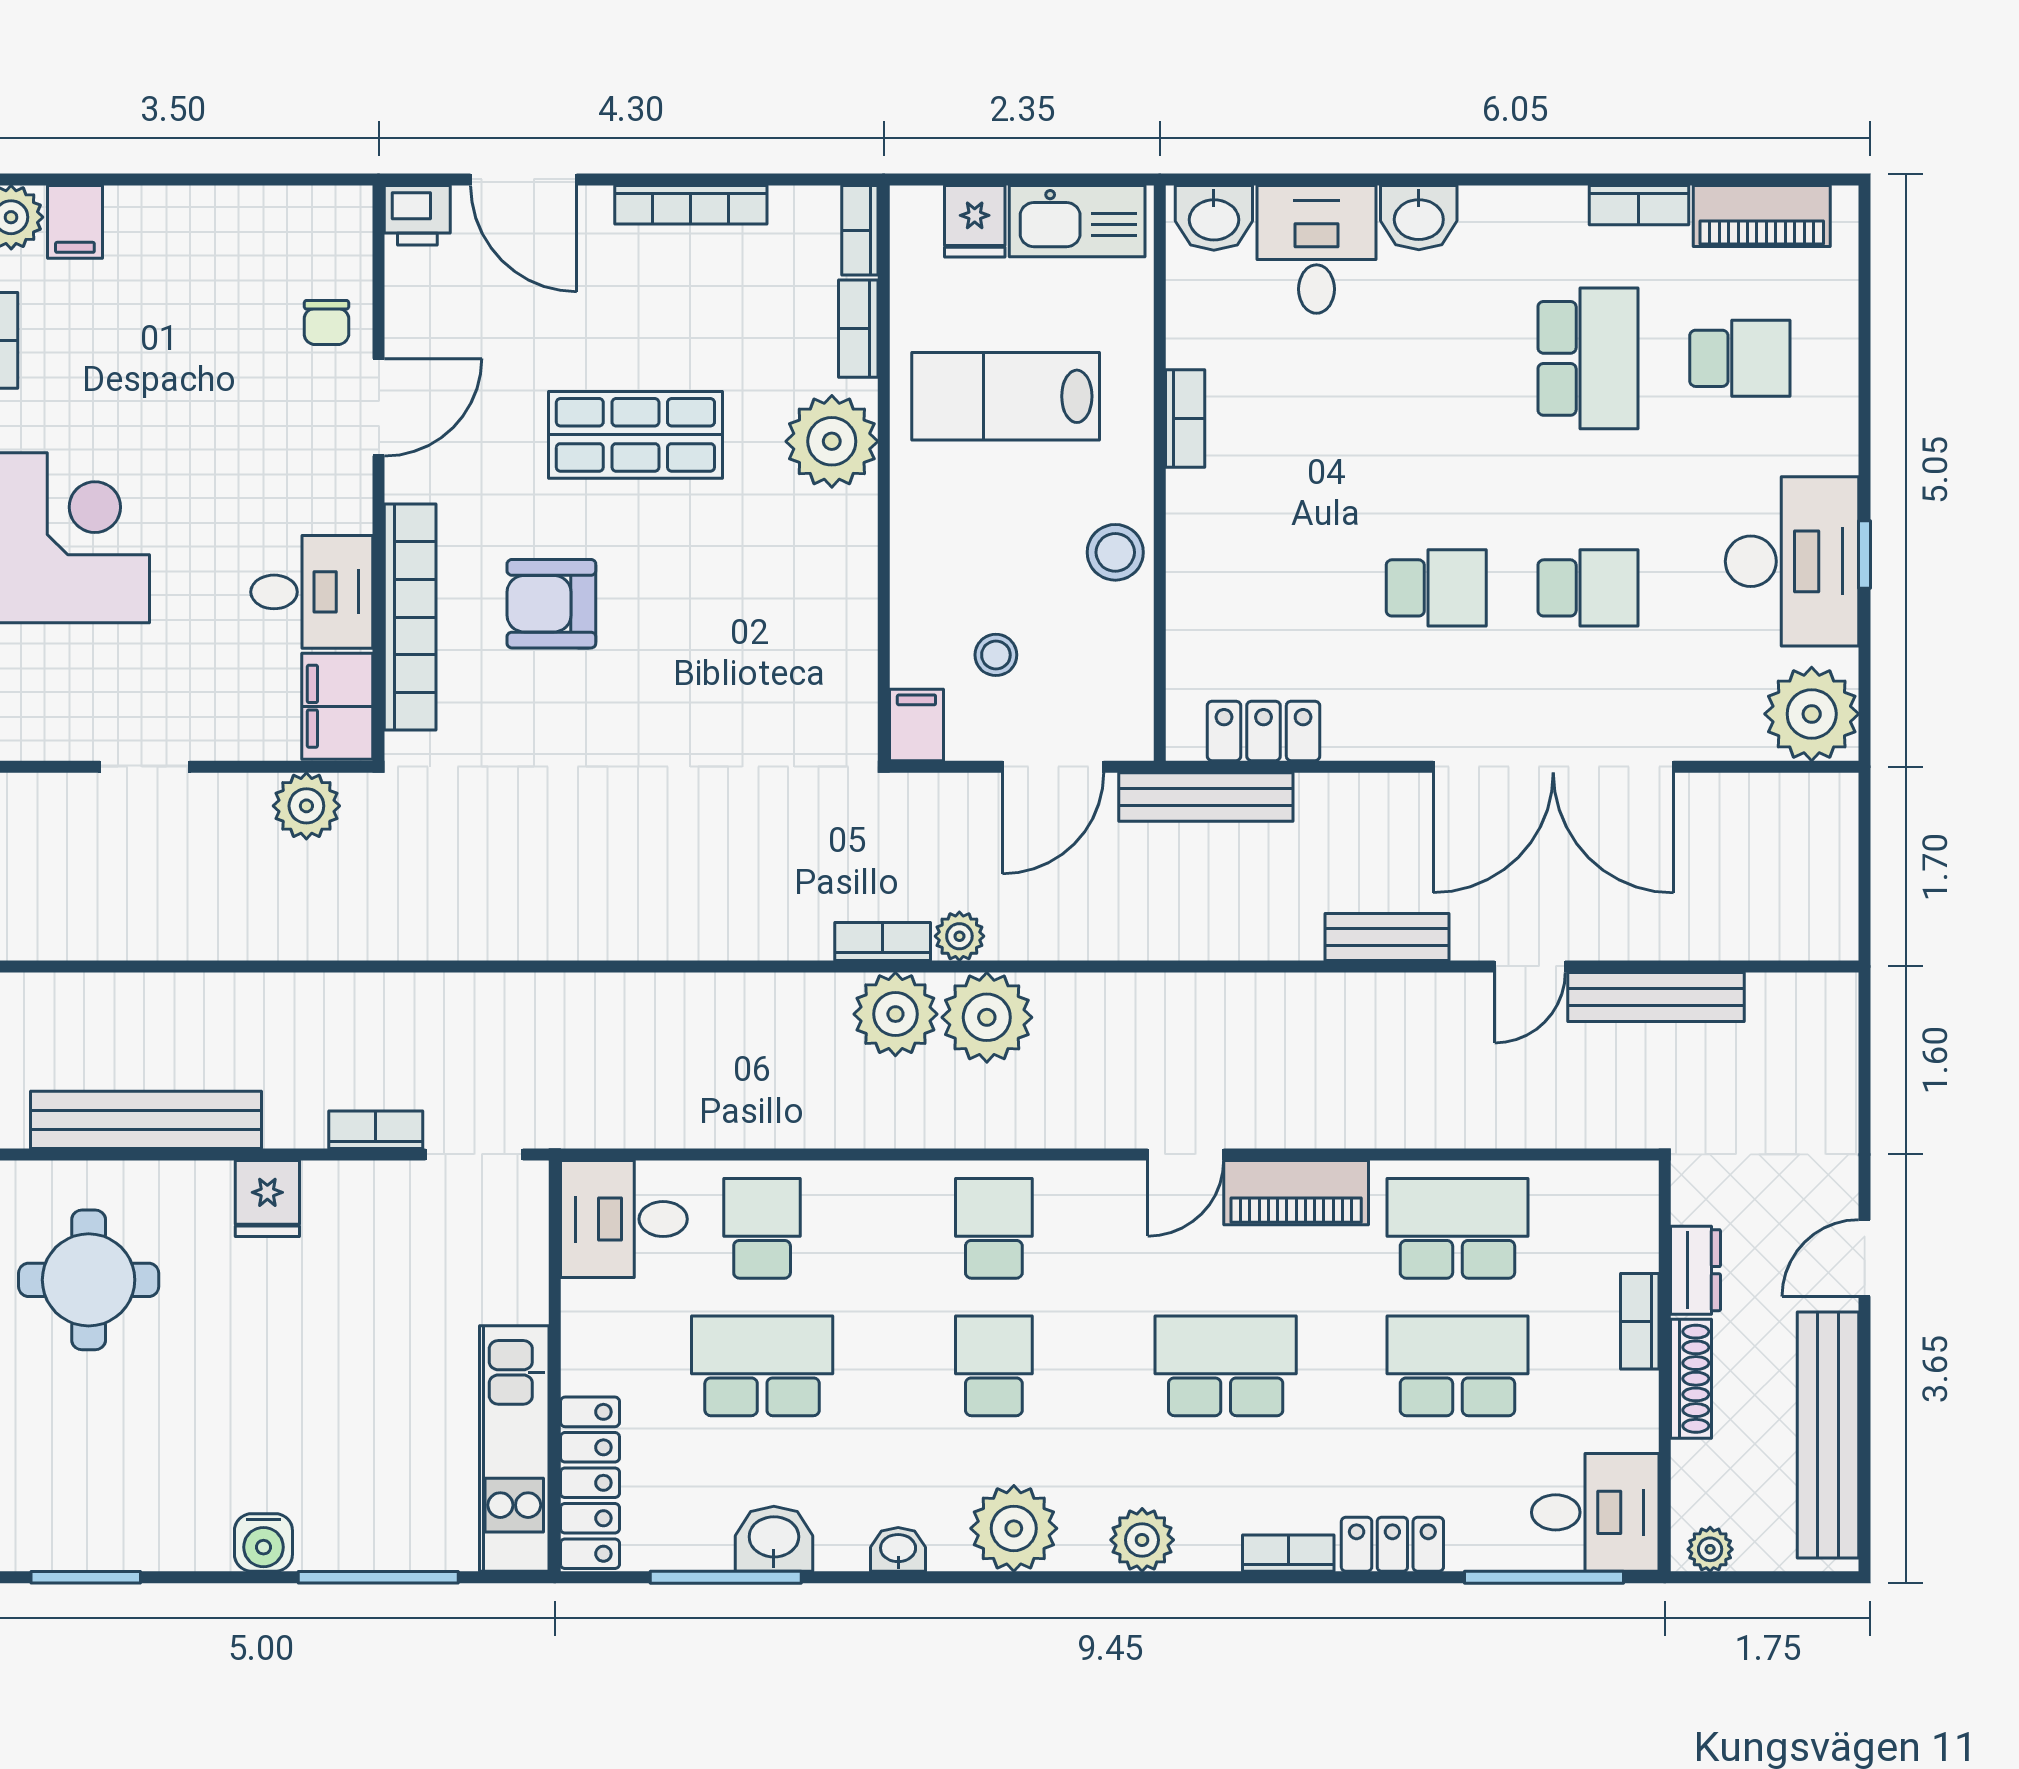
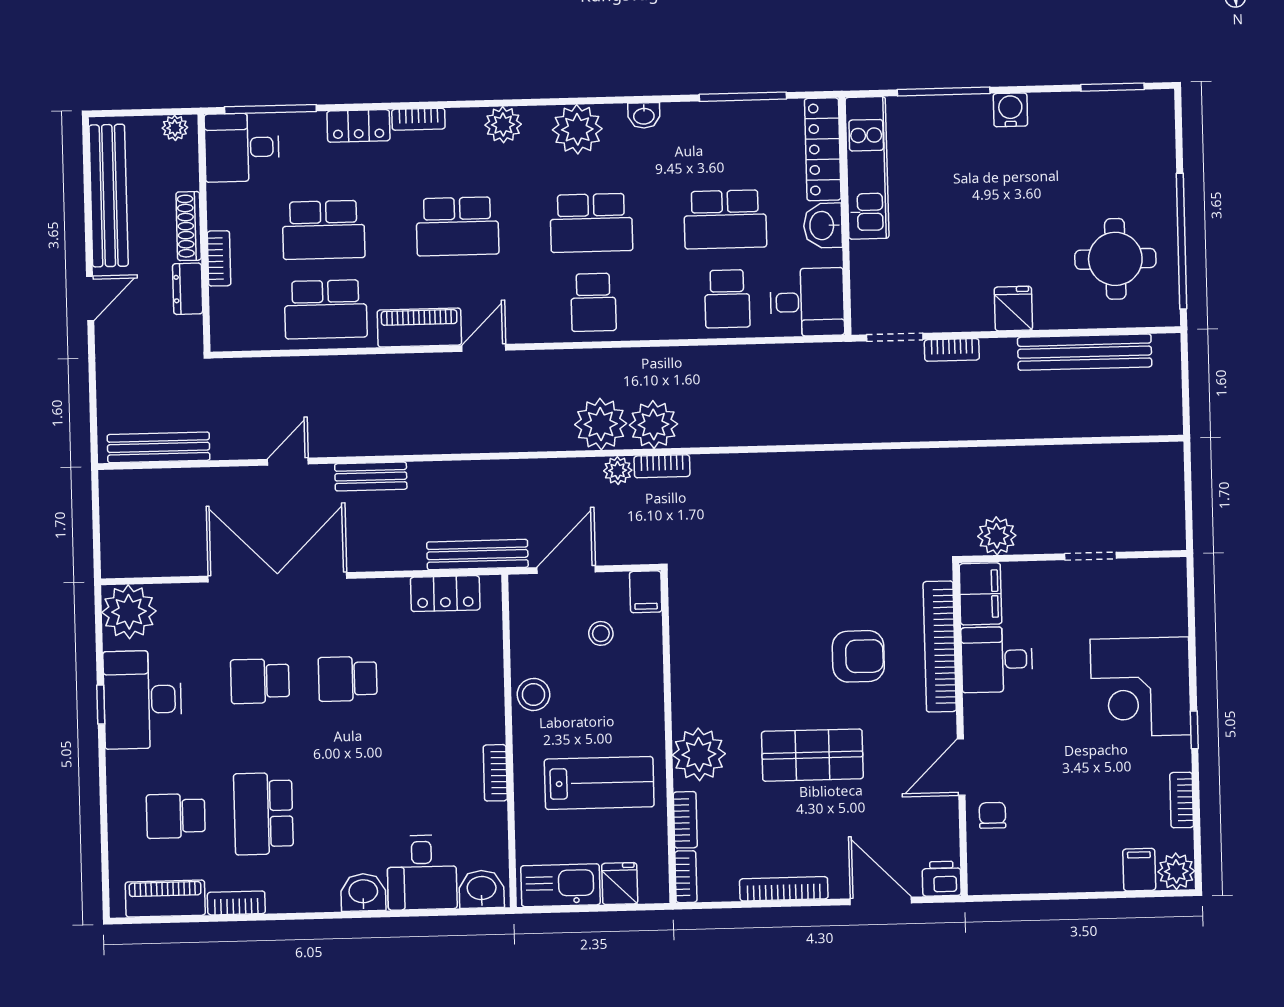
bench: (1656, 997) -> (159, 447), moved
school desk: (994, 1366) -> (591, 223), width x1.85
washbasin: (774, 1539) -> (823, 226), moved, turned 90

